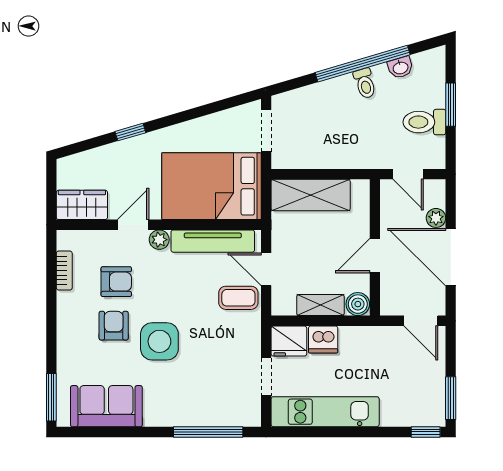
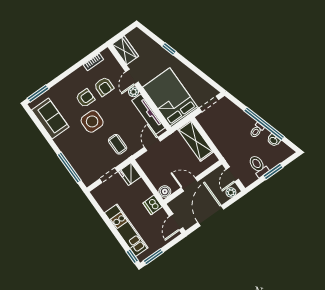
plant: (436, 218) -> (231, 192), moved
door: (133, 225) -> (132, 77), swing flipped
coffee table: (238, 298) -> (118, 144), moved
shelving: (320, 305) -> (154, 177), removed
dishwasher: (323, 339) -> (153, 205), moved
kitchen unit: (325, 412) -> (126, 230), moved

